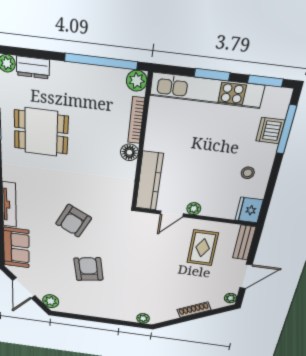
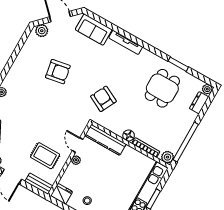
armchair: (74, 221) -> (103, 99), moved

